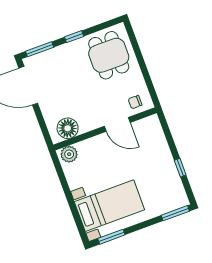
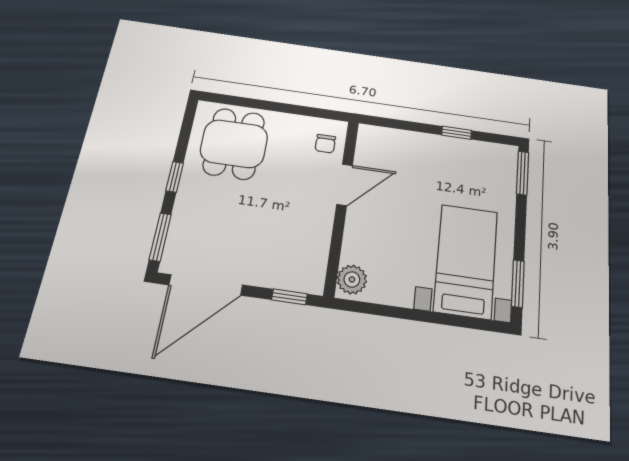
dining table: (109, 55) -> (234, 144), turned 90
floor lamp: (68, 128) -> (309, 260), removed
window: (44, 129) -> (289, 297), added

